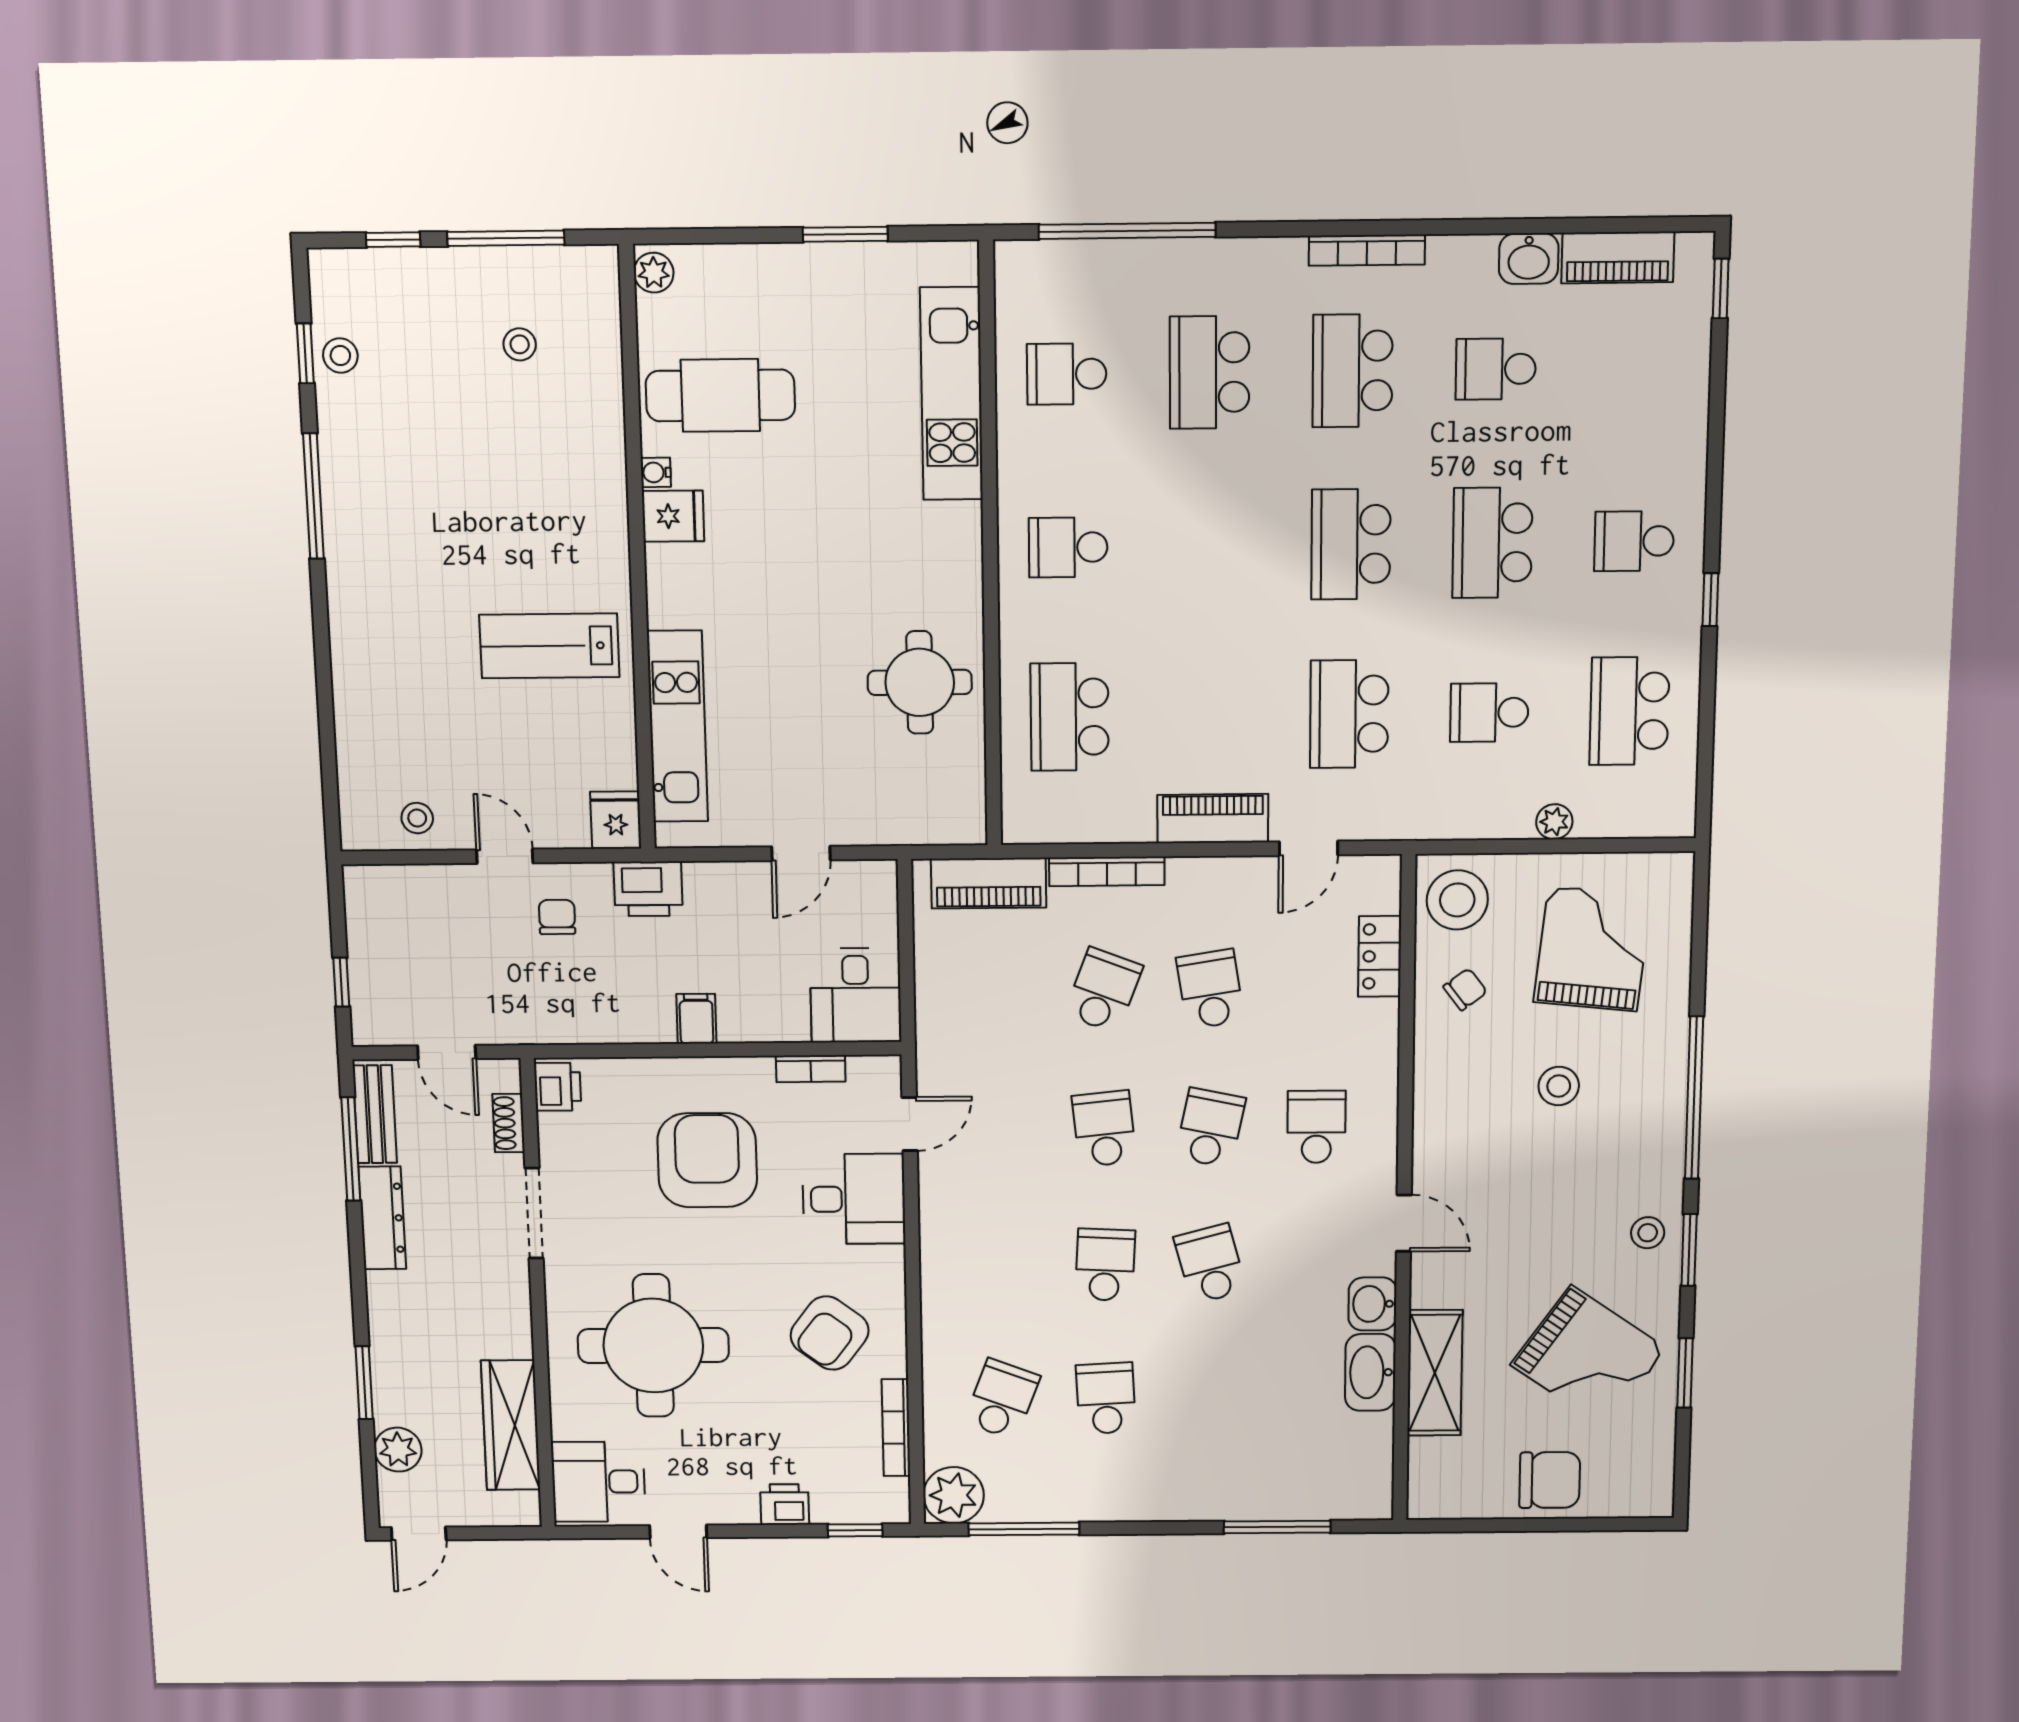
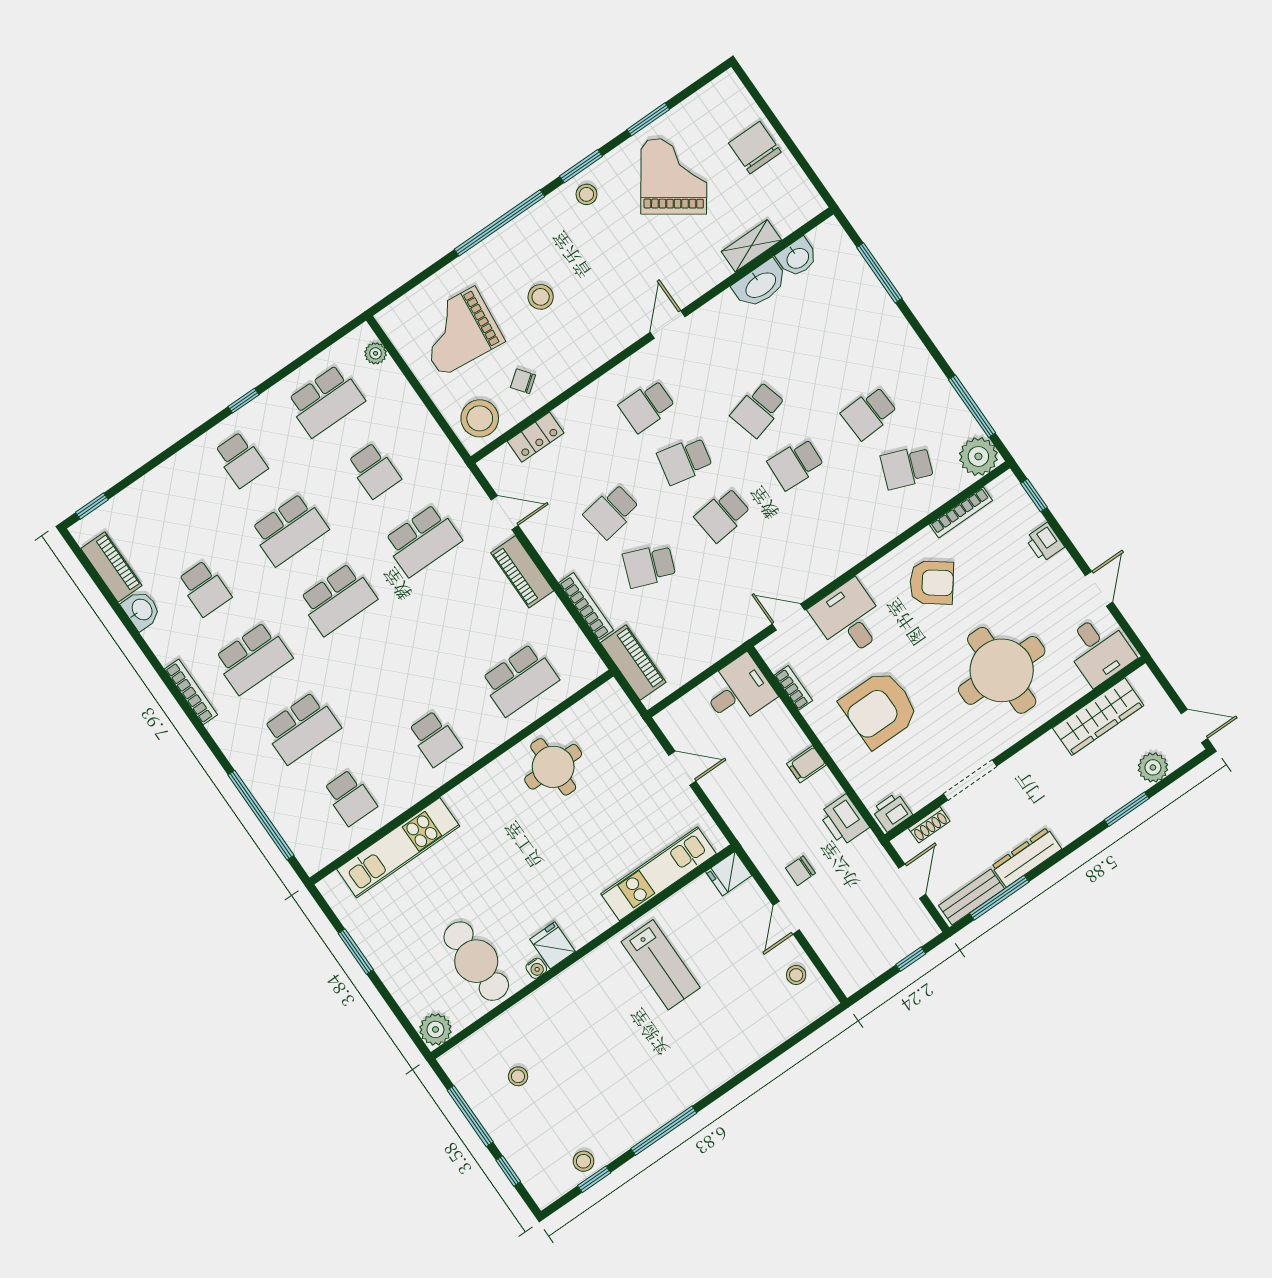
plant: (654, 273) -> (435, 1029), width x1.38, depth x1.38
plant: (1554, 822) -> (376, 353), moved
printer: (648, 889) -> (844, 820), moved, turned 180
washbasin: (1372, 1304) -> (797, 258), moved
shelving: (1435, 1373) -> (751, 246), width x0.67, depth x0.75

